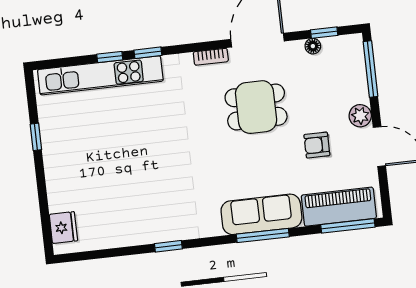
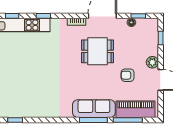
window: (110, 57) -> (12, 16), moved
window: (370, 69) -> (161, 38), width x0.46
window: (348, 226) -> (128, 120), moved
window: (168, 246) -> (15, 120), moved

